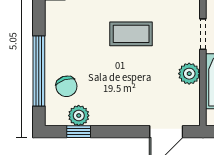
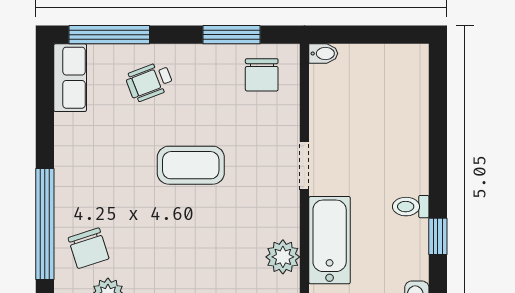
plant: (189, 74) -> (283, 257), moved

